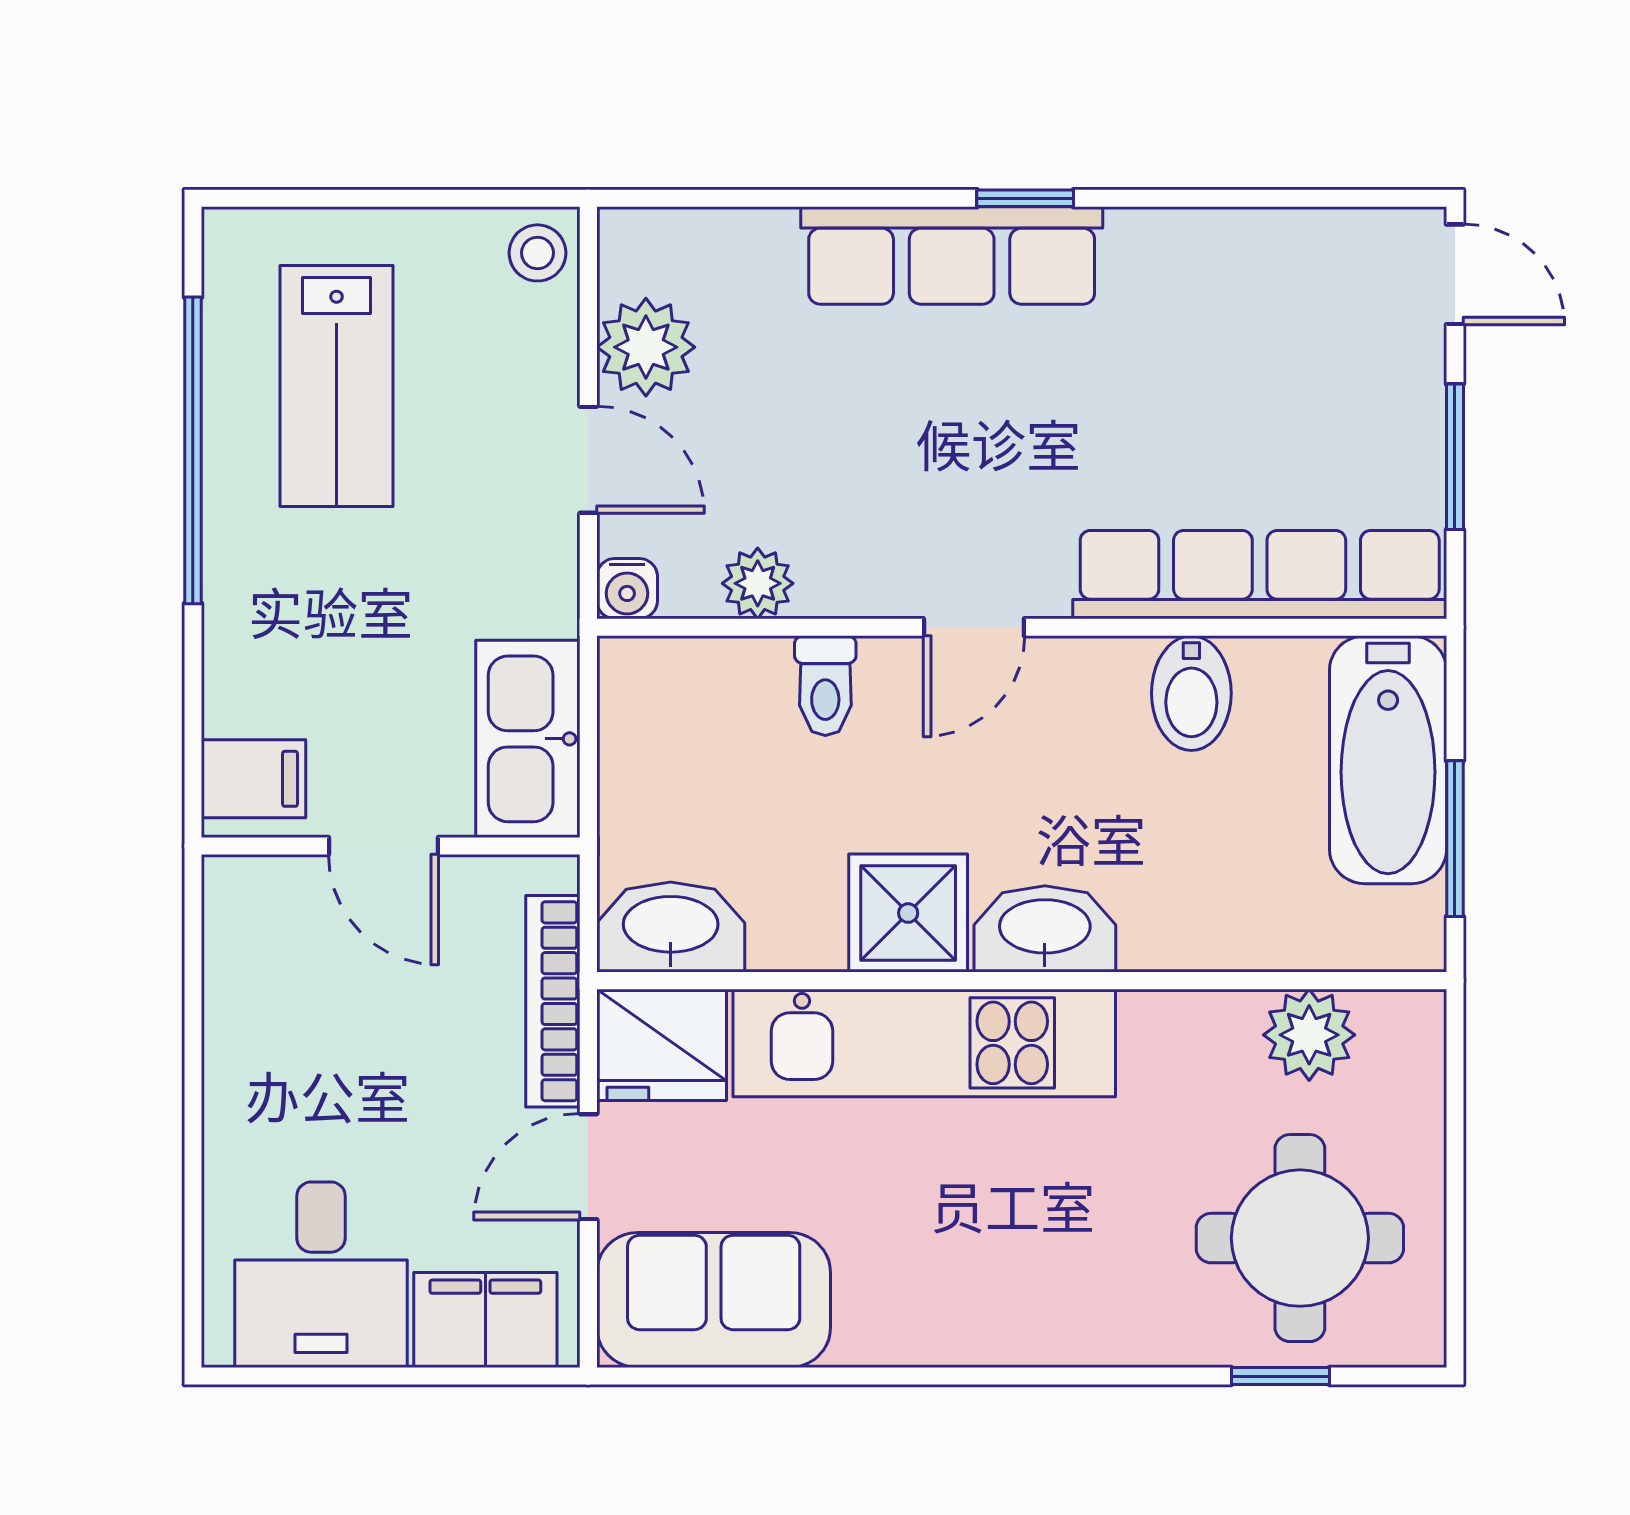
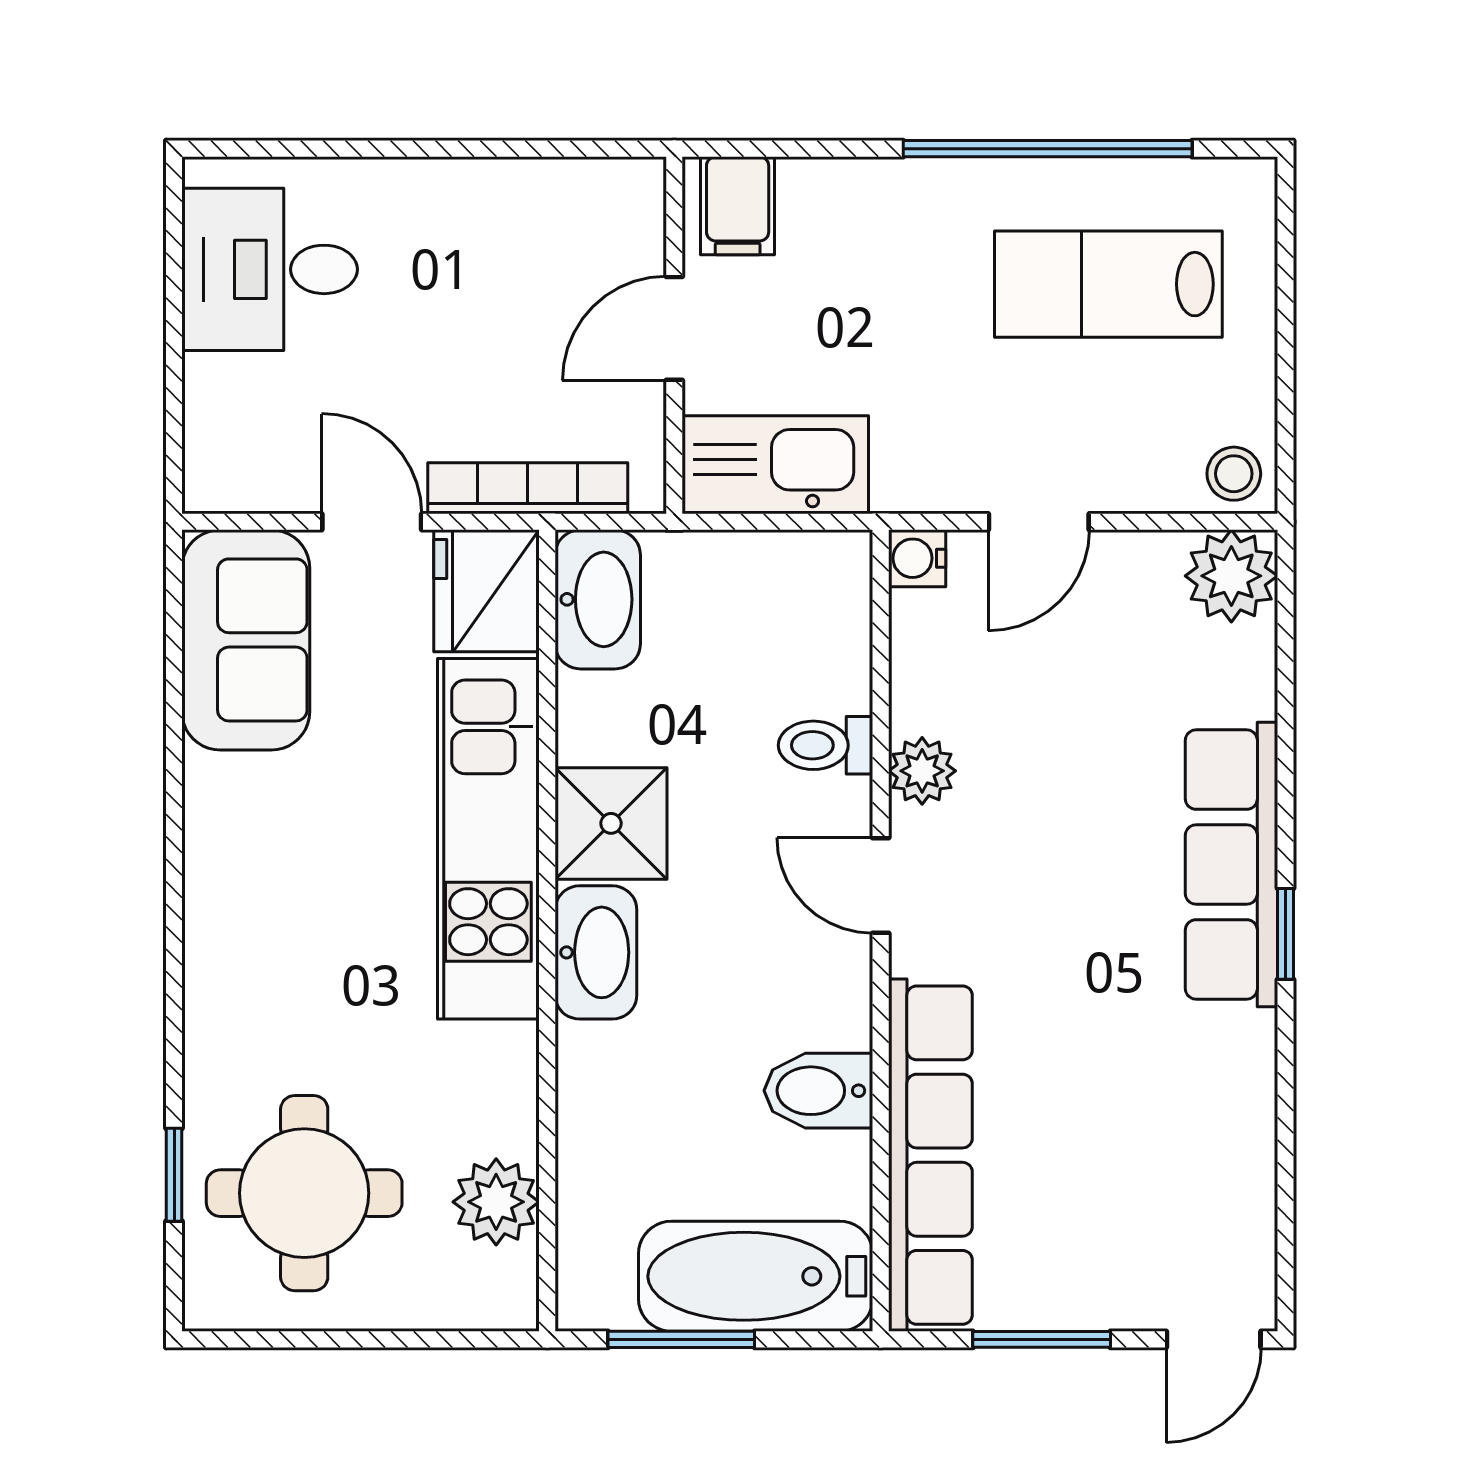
plant: (646, 347) -> (1231, 576), moved
plant: (758, 583) -> (922, 771), moved
filing cabinet: (485, 1320) -> (227, 424), removed

